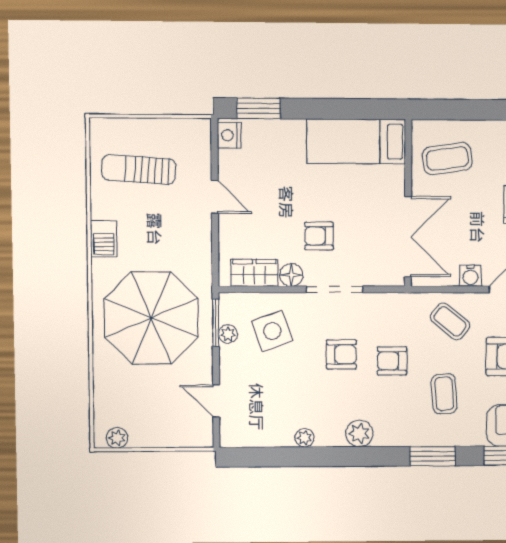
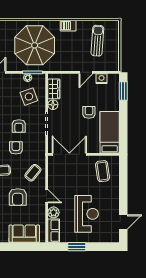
nightstand: (229, 135) -> (102, 79), moved
armchair: (319, 236) -> (89, 112), moved
double door: (408, 237) -> (69, 154), swing flipped
water cooler: (470, 276) -> (53, 181), removed

